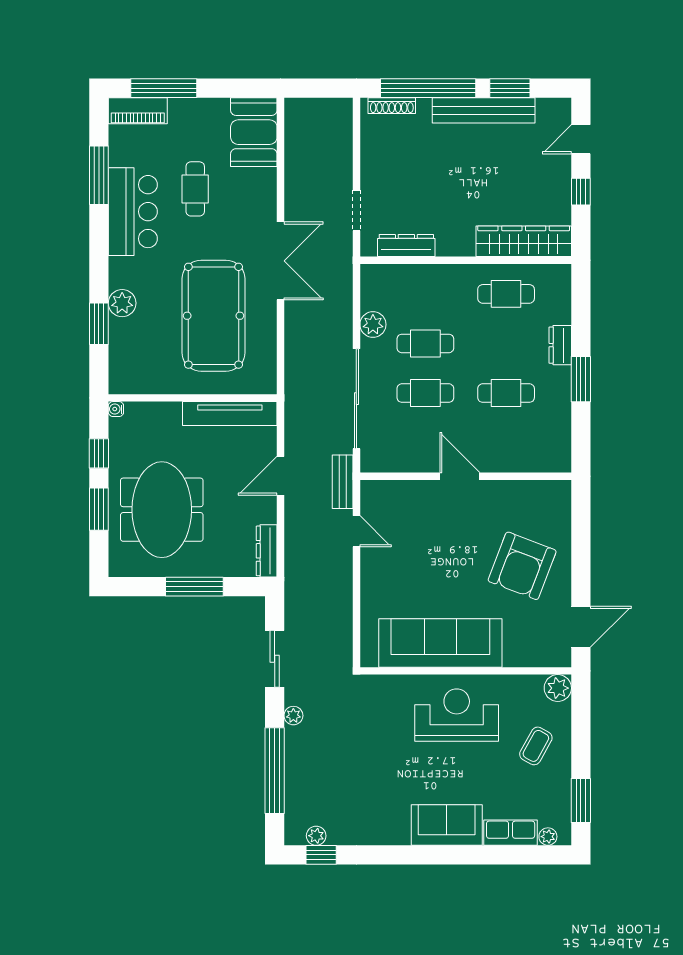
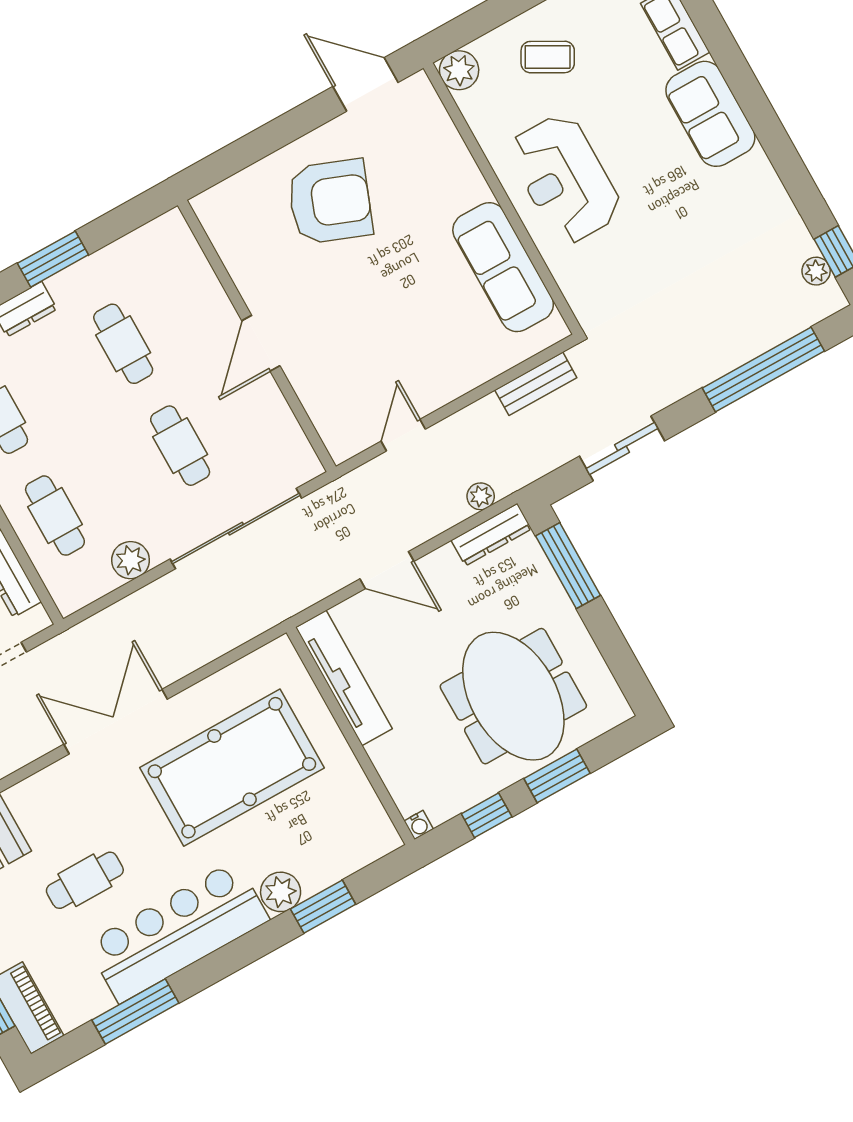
bar counter: (133, 212) -> (178, 932), width x1.36
cafe table: (425, 343) -> (55, 516), moved
bench: (343, 482) -> (536, 384), moved
meeting table: (162, 510) -> (513, 696), turned 90
window: (194, 587) -> (568, 566), moved
sofa: (440, 643) -> (503, 267), width x0.74, depth x0.79
plant: (293, 716) -> (481, 496), moved

